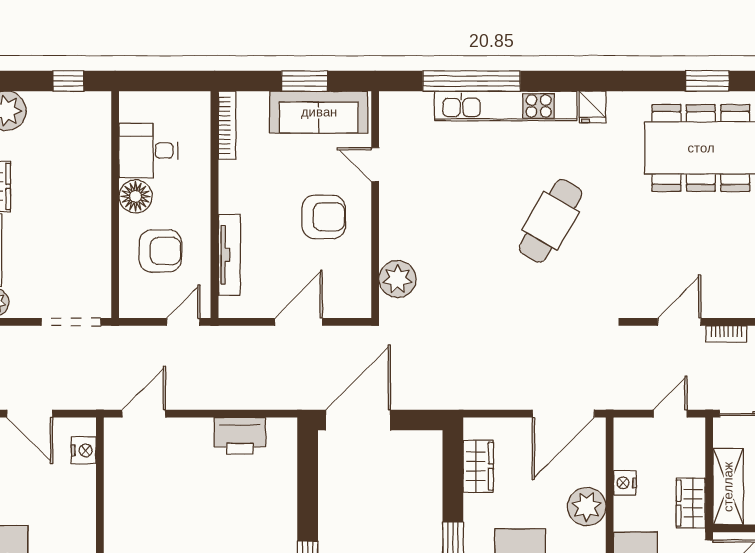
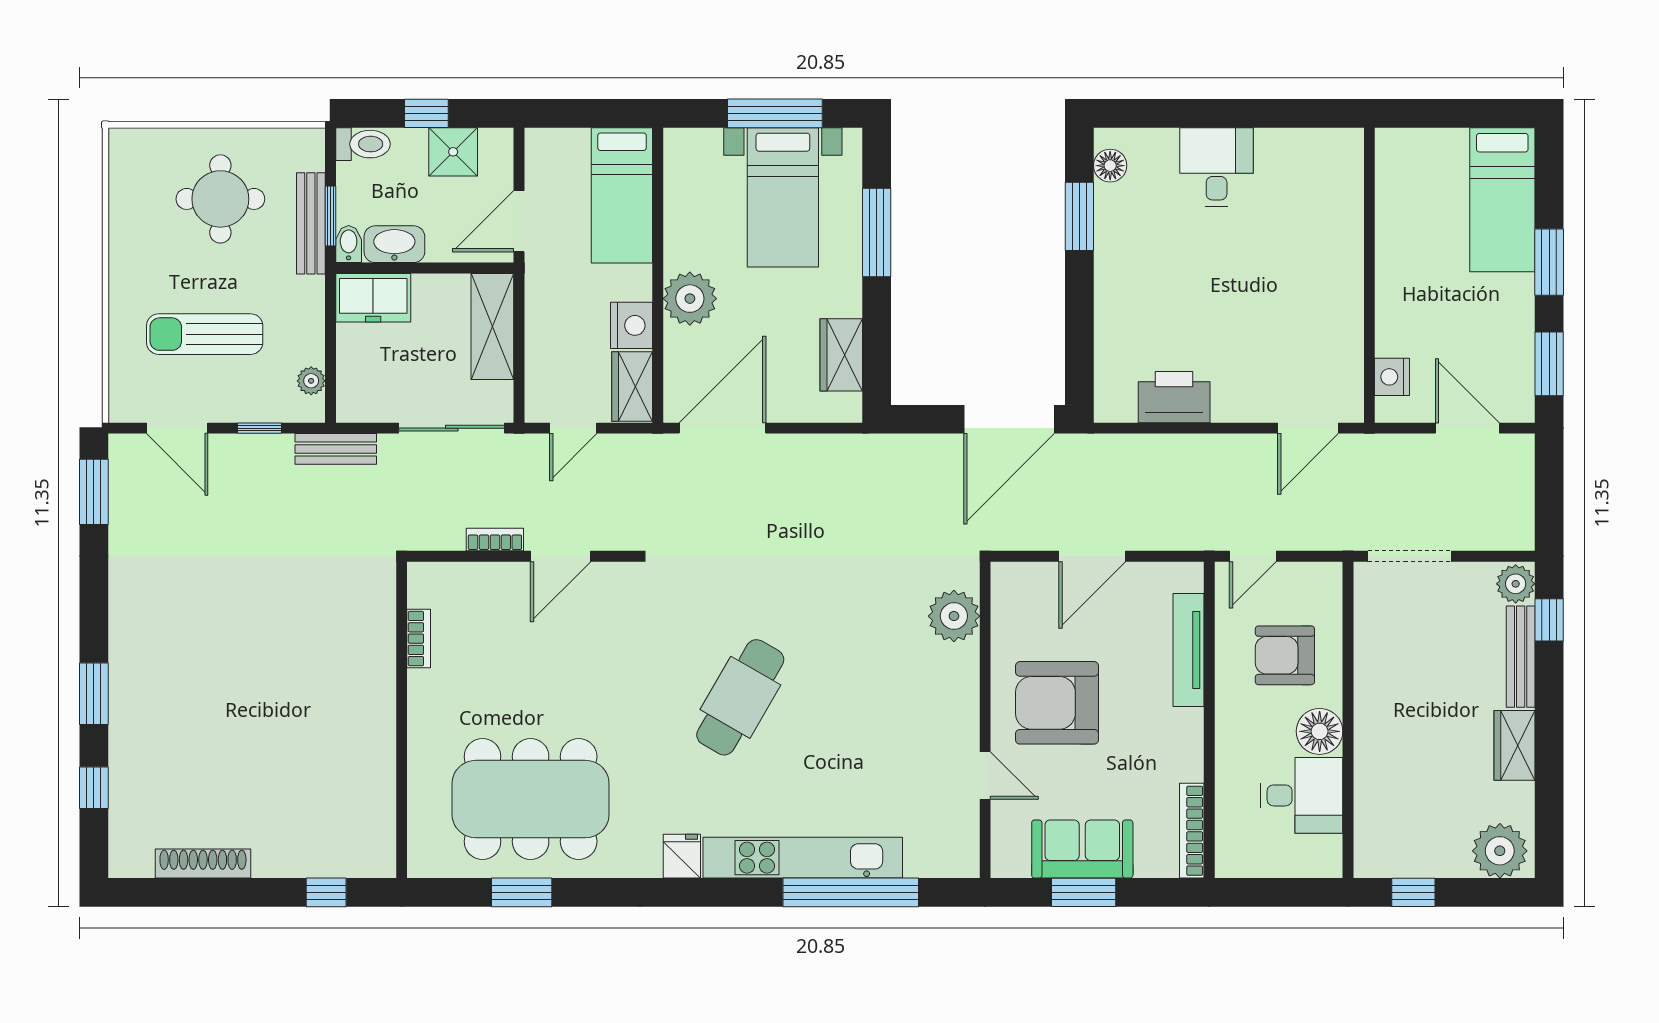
sofa: (319, 112) -> (1082, 849), width x0.73
armchair: (324, 217) -> (1057, 703), width x1.36, depth x1.36
nightstand: (625, 483) -> (632, 325), width x1.36, depth x1.33
wardrobe: (691, 503) -> (632, 386), moved, turned 180

